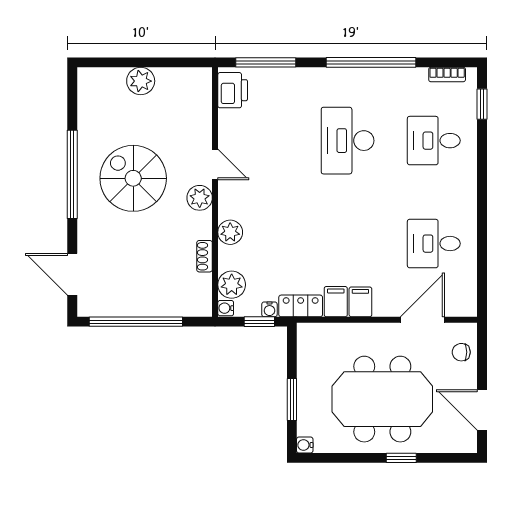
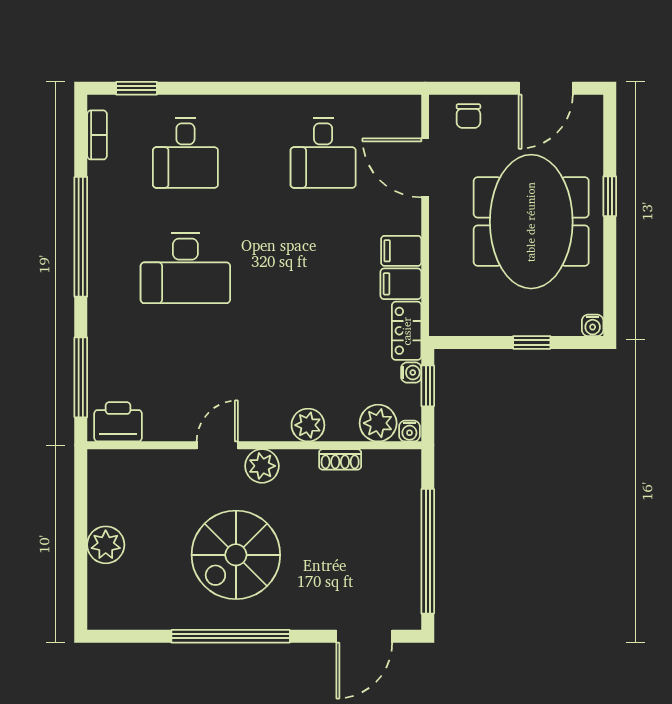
window: (292, 400) -> (532, 342), width x0.67

